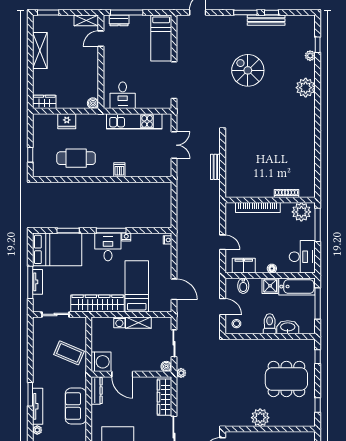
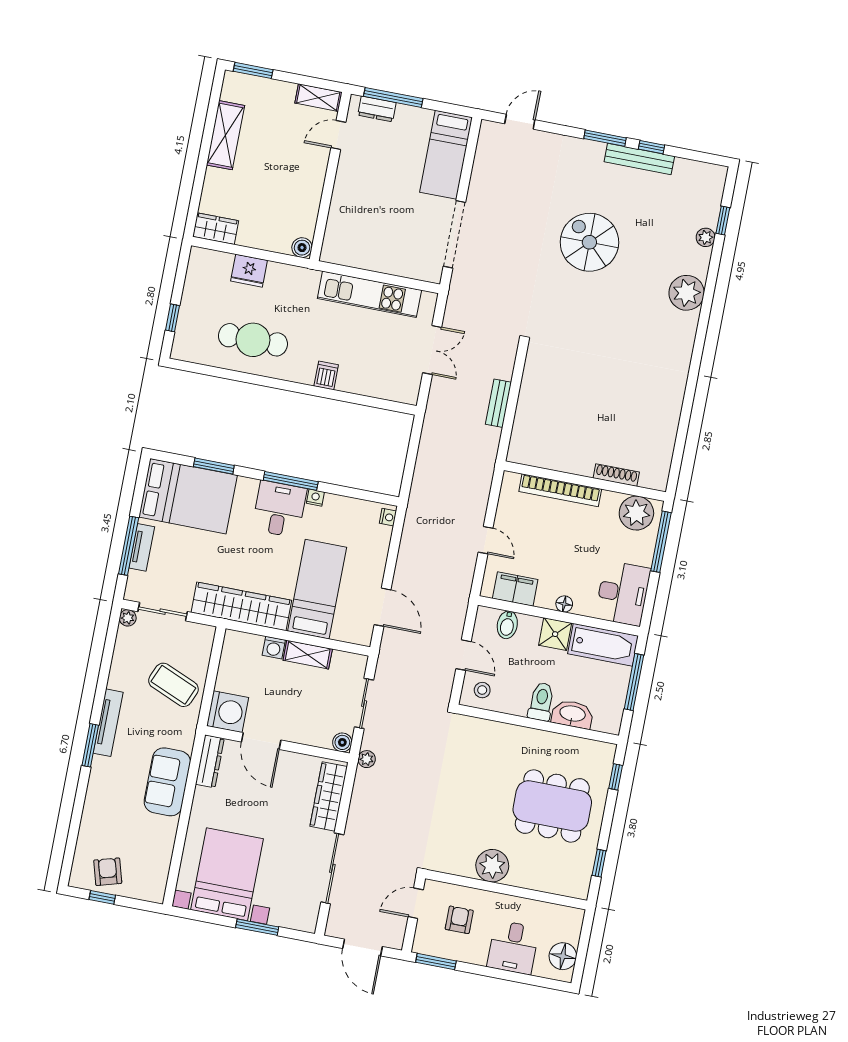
desk: (123, 95) -> (358, 244), removed
tv unit: (38, 406) -> (108, 723), moved
plant: (37, 430) -> (128, 618), moved

